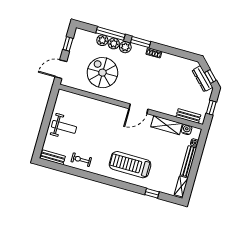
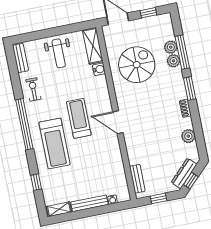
plant: (125, 47) -> (188, 136), moved
shelving: (167, 125) -> (93, 46), moved
water cooler: (187, 129) -> (99, 69), moved
treadmill: (121, 137) -> (79, 118), added
treadmill: (130, 165) -> (55, 144), turned 180
window: (104, 180) -> (24, 124), added

